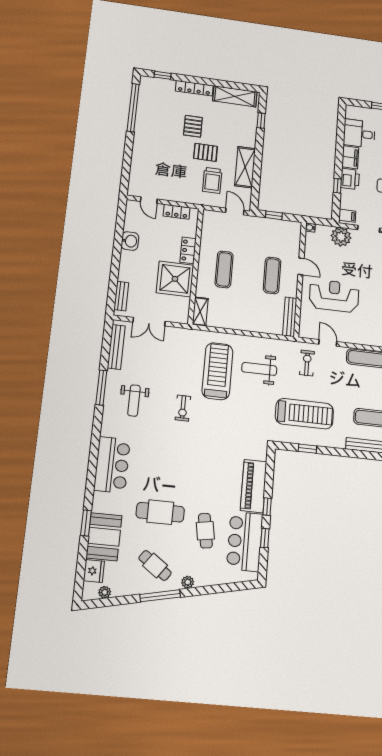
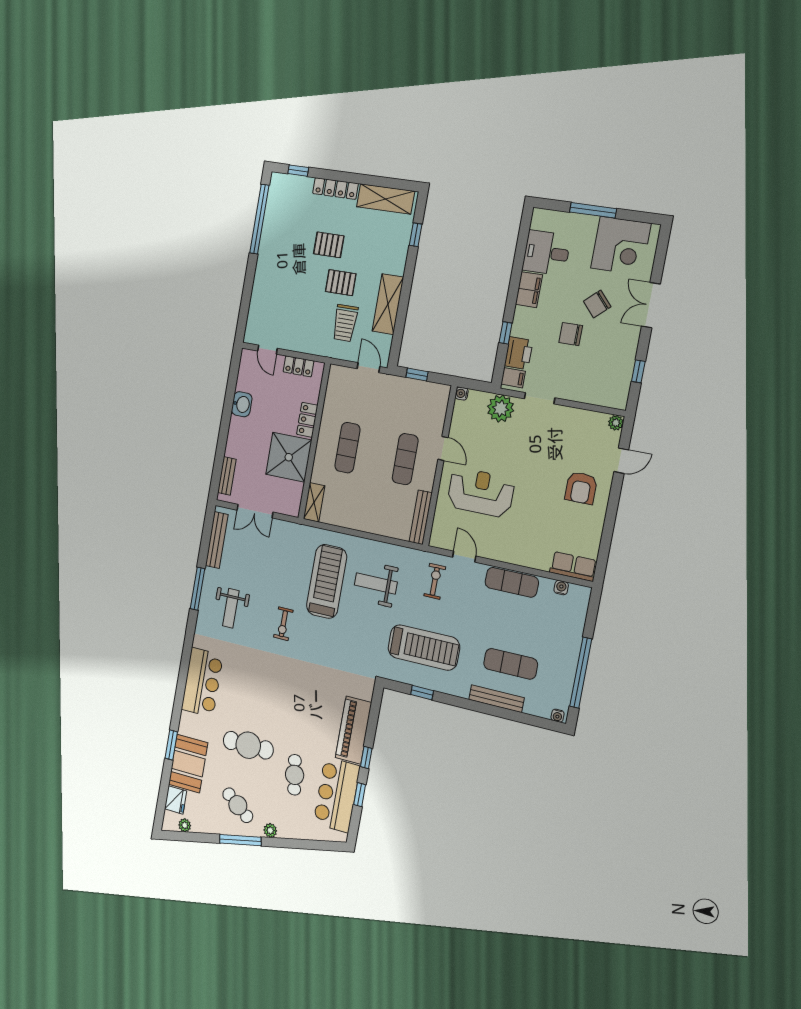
pallet: (193, 126) -> (329, 245), turned 90
printer: (350, 179) -> (519, 353), moved

